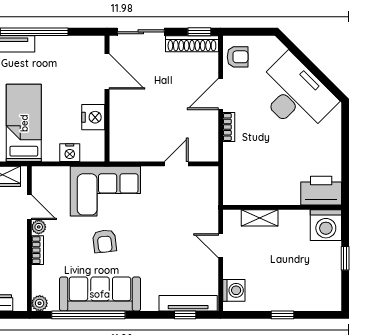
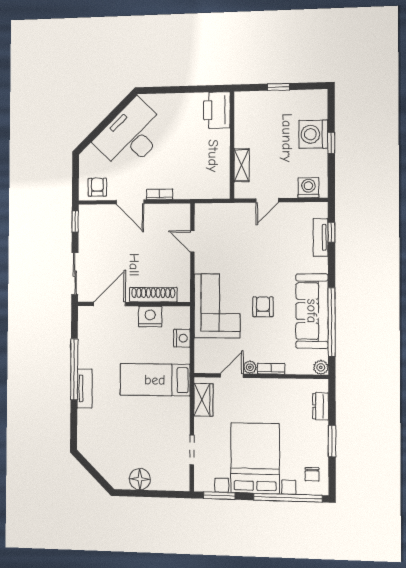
shoe rack: (192, 44) -> (153, 295), moved, turned -90
washing machine: (326, 225) -> (313, 134), moved, turned 180
armchair: (105, 241) -> (263, 307), turned -84
tv unit: (188, 303) -> (321, 237), width x0.71

